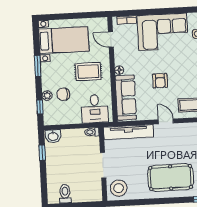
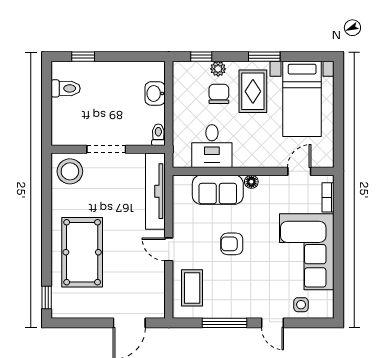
rug: (88, 72) -> (253, 91), moved
sofa: (126, 98) -> (218, 190), width x0.73
desk: (95, 109) -> (212, 146), moved, turned -90
door: (166, 121) -> (169, 249), swing flipped
washbasin: (53, 136) -> (155, 93), moved
window: (42, 153) -> (83, 57), moved

